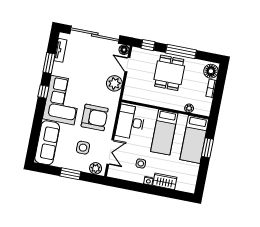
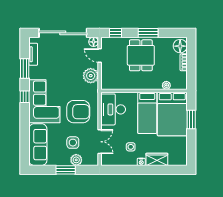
window: (181, 51) -> (148, 33), width x0.69
bed: (194, 139) -> (172, 114), width x1.50
plant: (96, 168) -> (76, 160), moved

